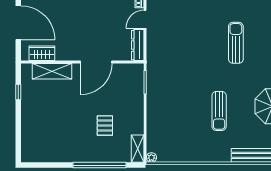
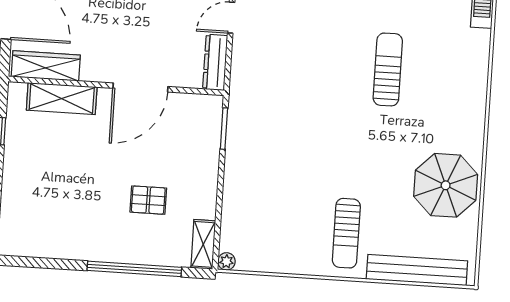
wardrobe: (42, 53) -> (46, 66), width x1.50
sun lounger: (219, 111) -> (346, 233), moved
pallet: (105, 126) -> (148, 200), turned 90

